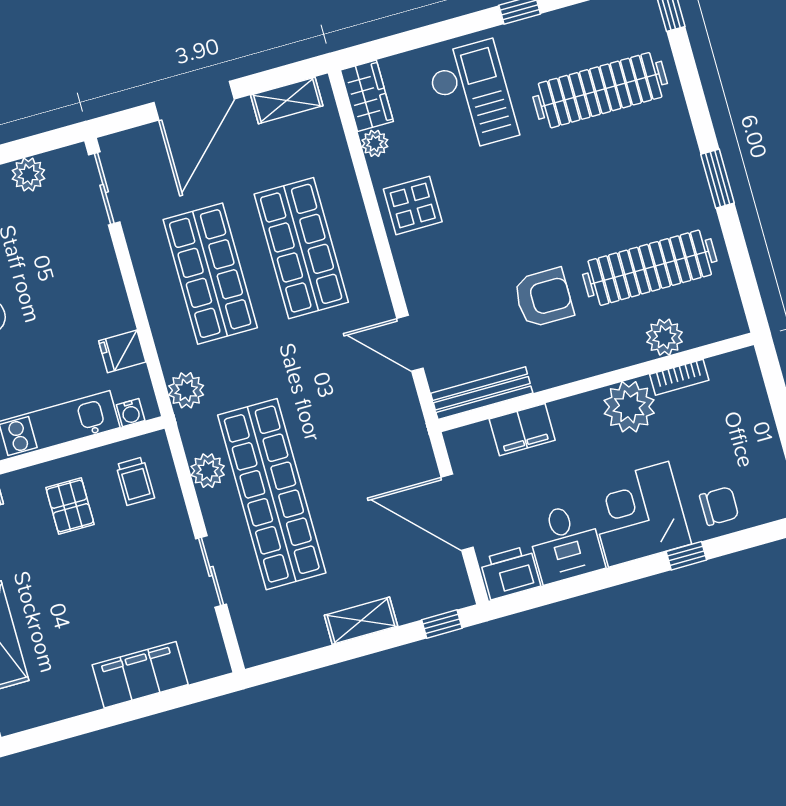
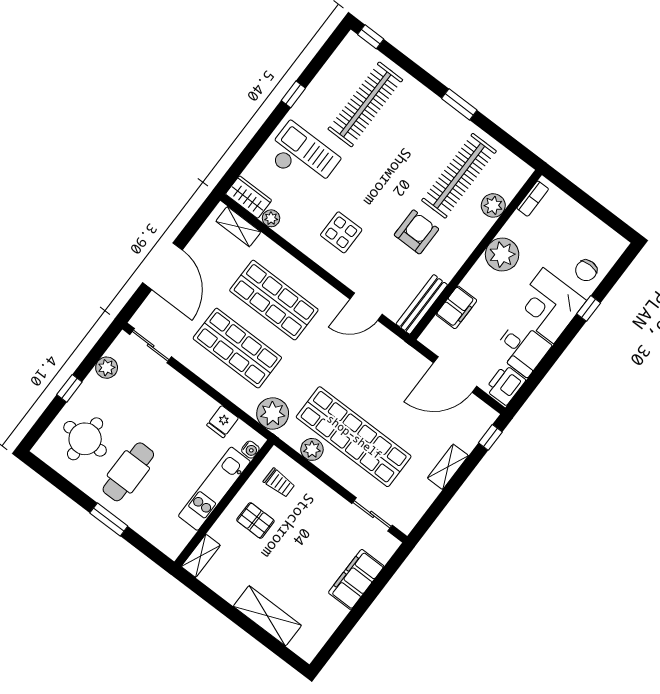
shelving: (287, 100) -> (238, 227), moved, turned 90
display table: (413, 205) -> (341, 232), moved
bookcase: (679, 377) -> (533, 199), moved
plant: (186, 390) -> (273, 413), width x1.36, depth x1.36
chair: (719, 506) -> (586, 270), turned 180
sliding door: (211, 571) -> (372, 514), moved

